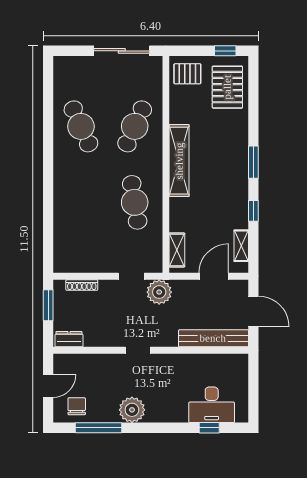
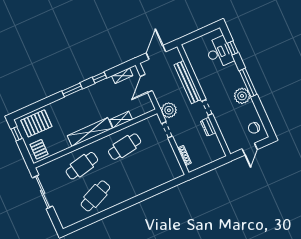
cafe table: (135, 126) -> (82, 166), turned -36
shelving: (177, 250) -> (121, 120), moved
door: (214, 276) -> (146, 83), hinge flipped
window: (48, 305) -> (204, 169), removed
bench: (213, 338) -> (188, 82), moved
dresser: (69, 339) -> (208, 127), moved
door: (48, 386) -> (250, 149), swing flipped
window: (99, 428) -> (248, 83), moved

